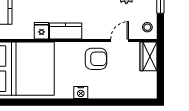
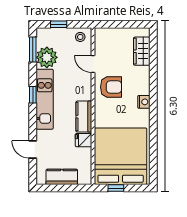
wardrobe: (149, 56) -> (142, 51), moved, turned 90
armchair: (96, 59) -> (111, 87), turned 90

